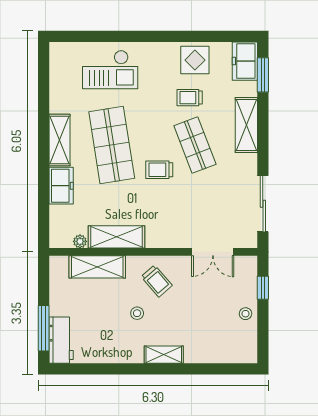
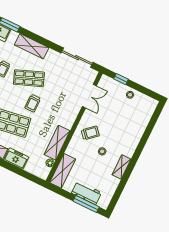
shelving: (97, 267) -> (63, 171), moved
workbench: (61, 340) -> (86, 193), moved
shelving: (164, 355) -> (121, 167), moved

